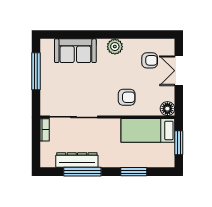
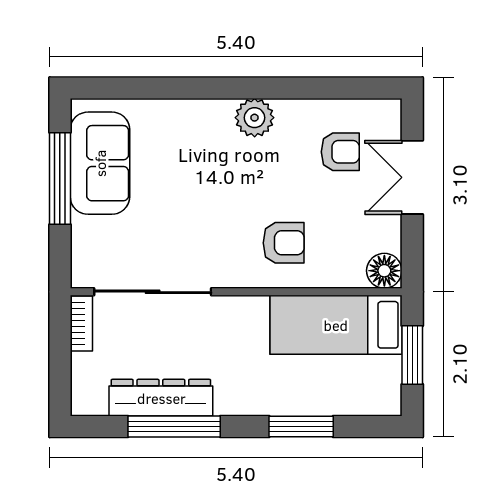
sofa: (75, 51) -> (100, 163), moved, turned -90

